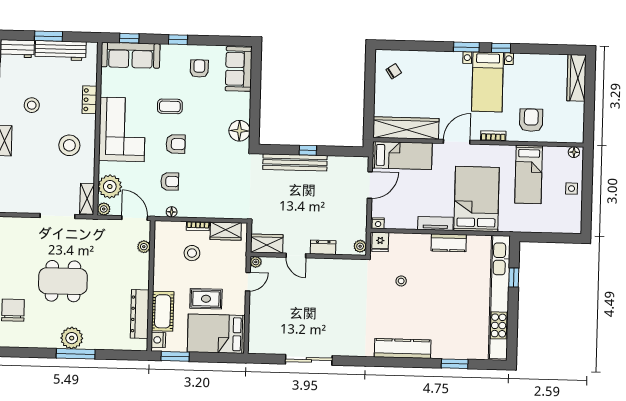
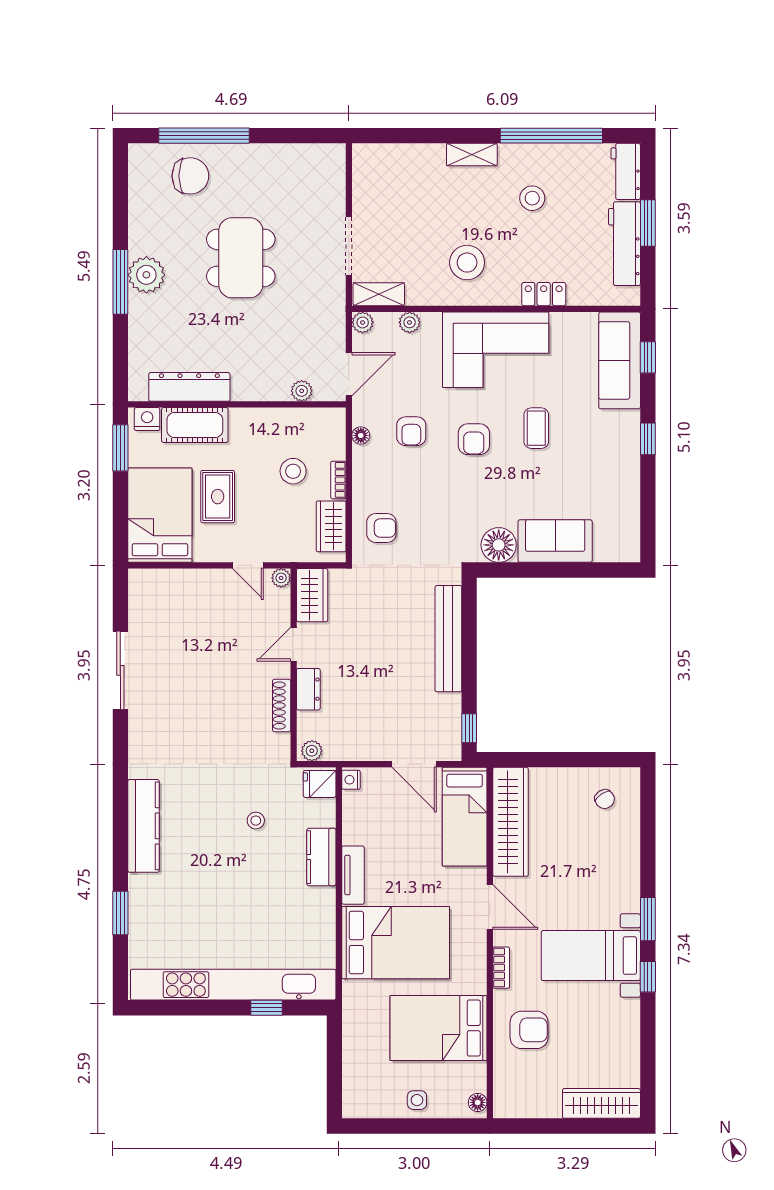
armchair: (199, 69) -> (381, 528), moved
sofa: (239, 69) -> (555, 541), moved
window: (308, 150) -> (469, 728), moved
bed: (529, 174) -> (438, 1028), width x1.50
plant: (110, 187) -> (410, 322), width x0.53, depth x0.53
kitchen counter: (449, 243) -> (321, 857), moved
shoe rack: (332, 264) -> (282, 705), added

